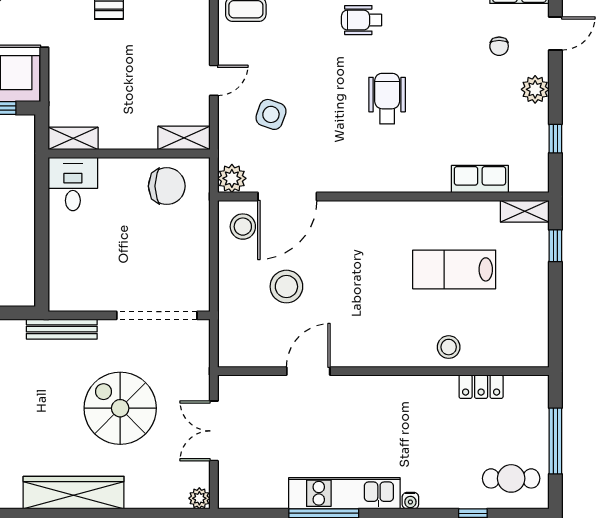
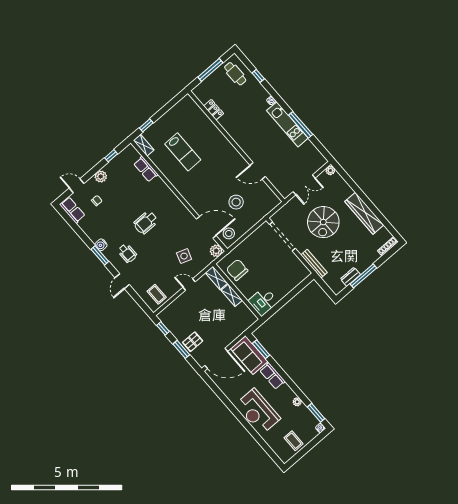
shelving: (73, 138) -> (232, 295), moved
stool: (449, 347) -> (210, 132), removed

